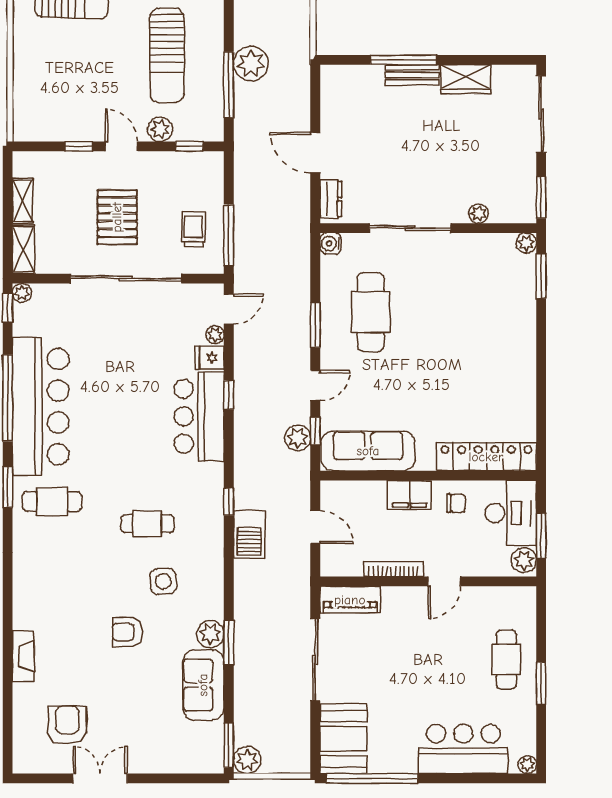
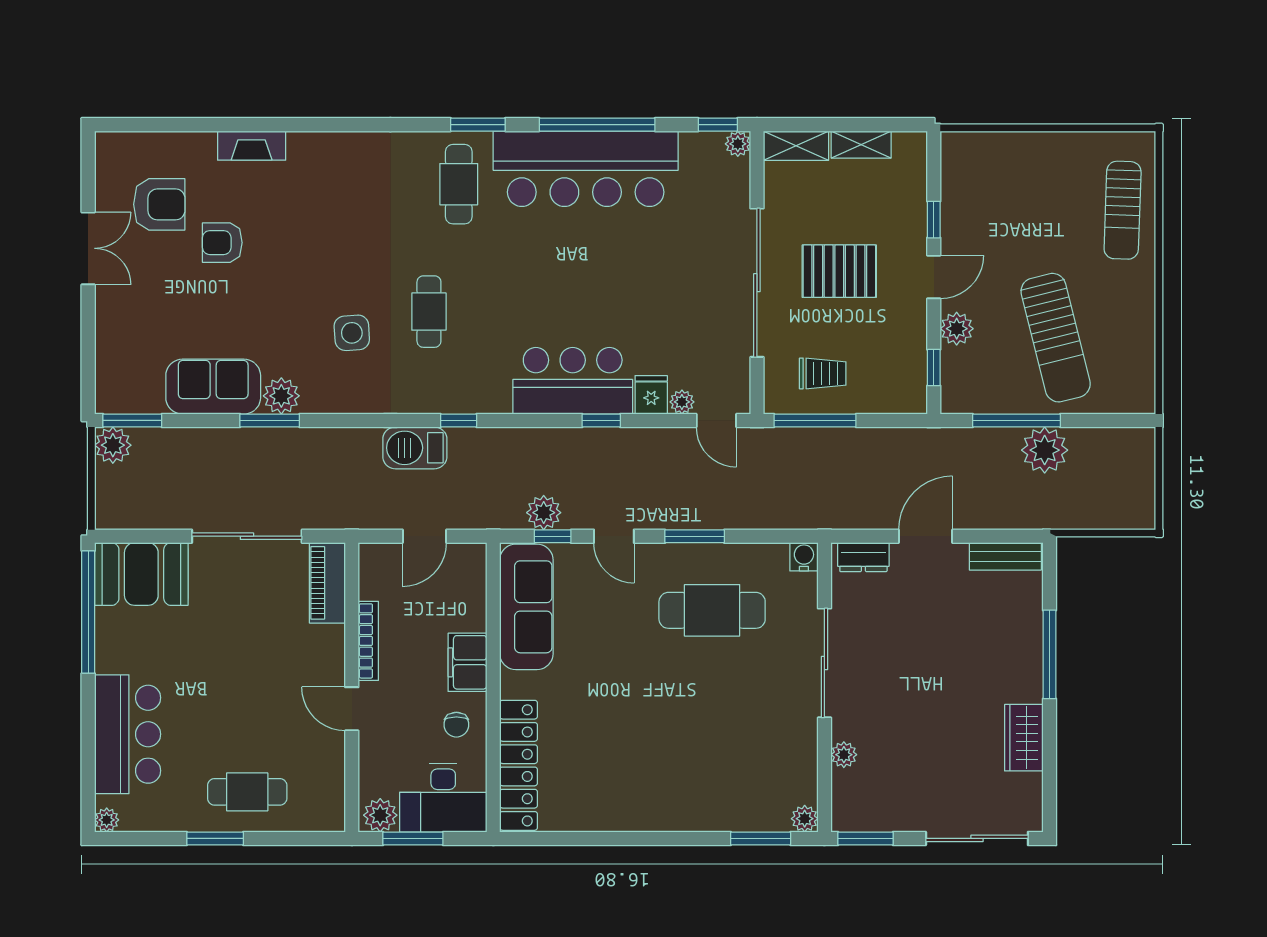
sun lounger: (167, 55) -> (1056, 338), turned -104
bench: (412, 75) -> (1005, 556), moved, turned 90
armchair: (127, 632) -> (222, 243), moved, turned -90

